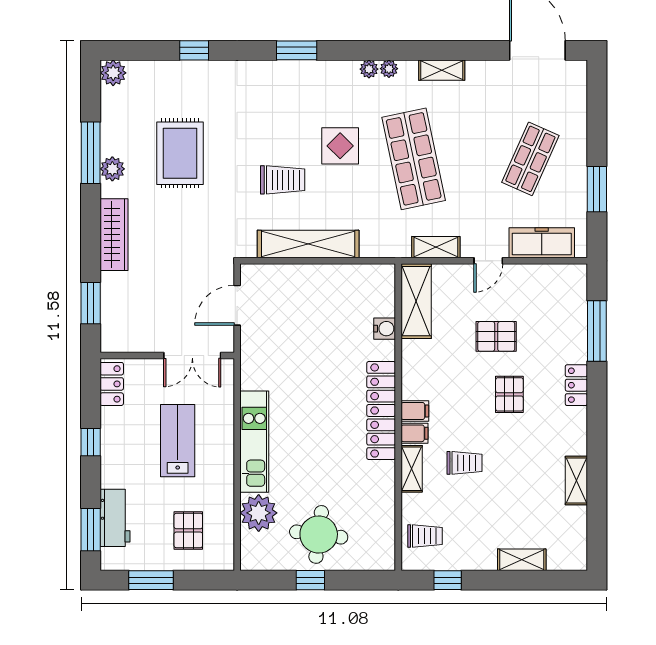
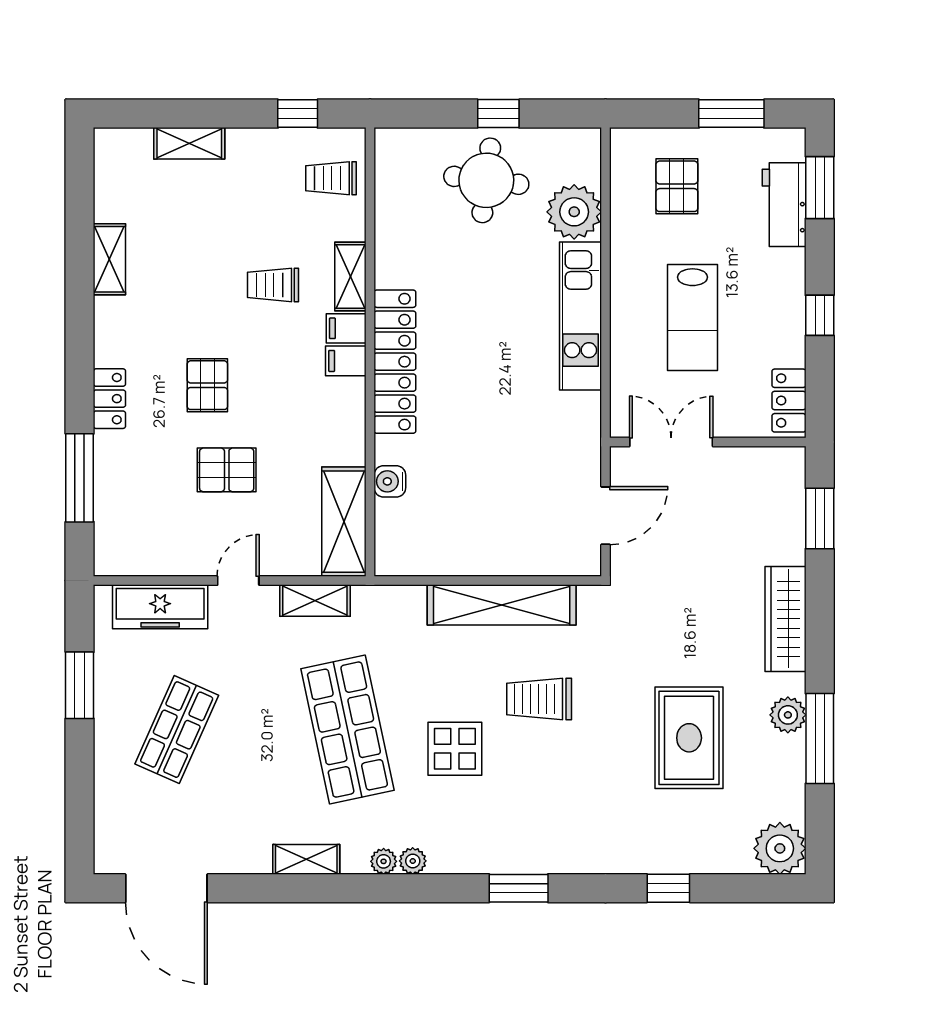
plant: (113, 73) -> (780, 848), width x1.36, depth x1.36

